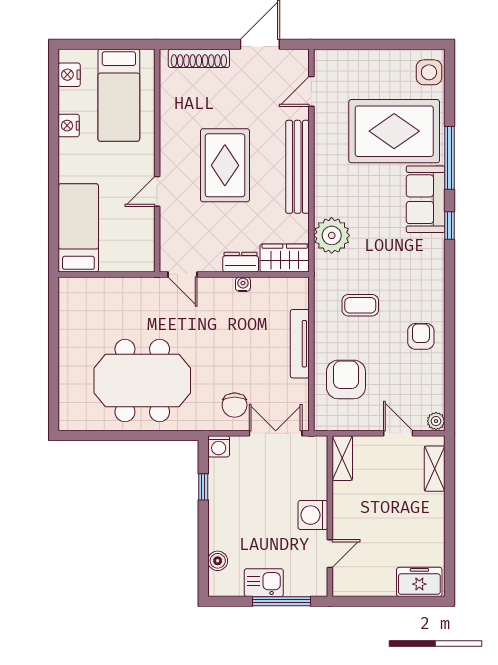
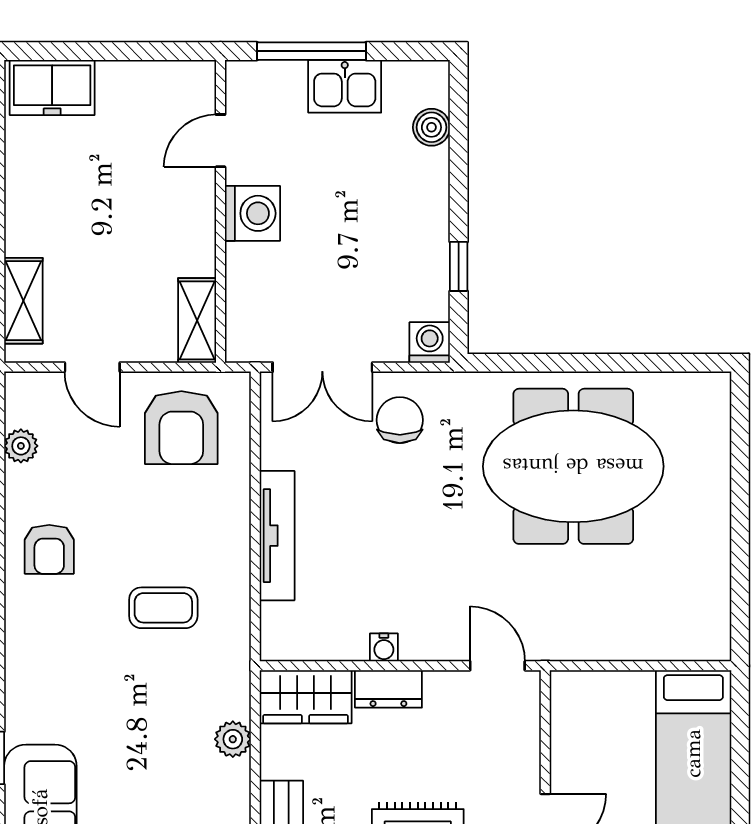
plant: (332, 235) -> (233, 739), width x0.53, depth x0.53
armchair: (346, 379) -> (181, 428), moved
plant: (436, 421) -> (21, 446), moved

